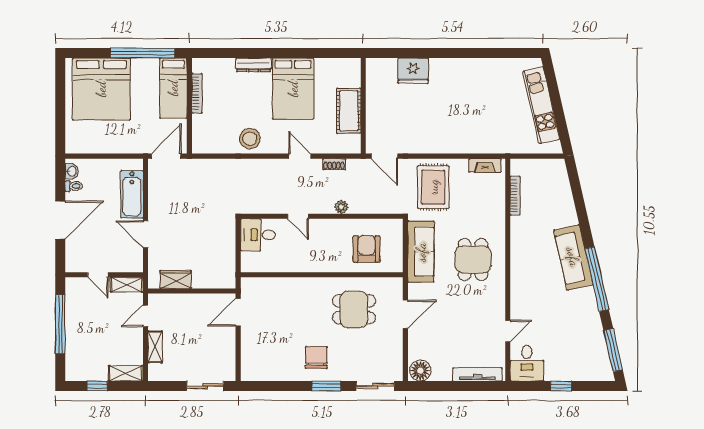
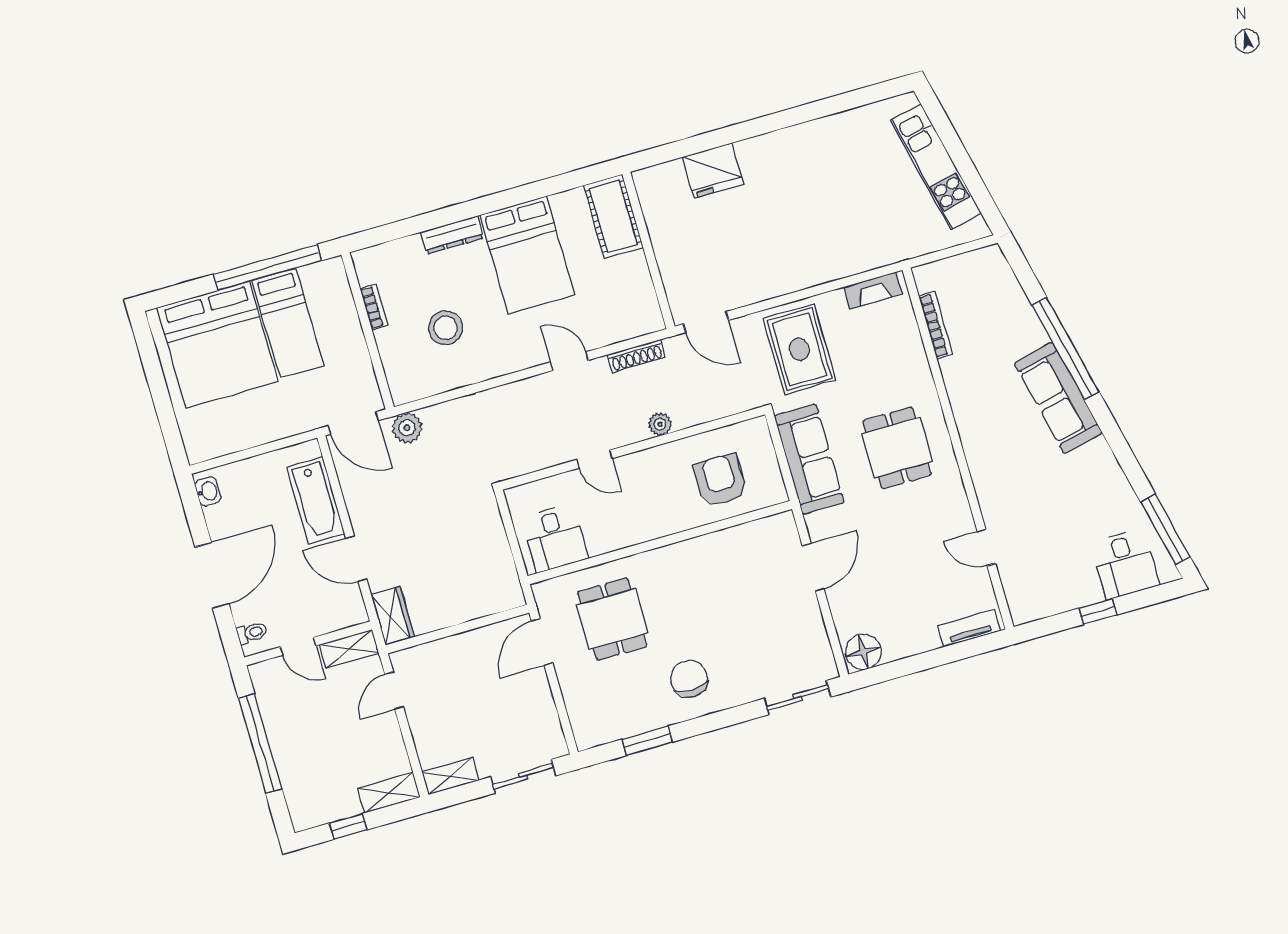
bed: (173, 88) -> (288, 323), moved
bookcase: (197, 93) -> (374, 307), width x0.64
cot: (349, 111) -> (613, 216), moved
stool: (250, 139) -> (446, 328), moved
door: (166, 156) -> (353, 423), swing flipped
shoe rack: (334, 164) -> (636, 356), width x1.43
plant: (196, 168) -> (407, 428), added
toilet: (74, 186) -> (252, 633), moved
desk: (258, 235) -> (555, 538), moved, turned -90
wardrobe: (176, 279) -> (393, 616), moved, turned 90
window: (597, 279) -> (1065, 348), moved
dining table: (354, 309) -> (612, 619), moved, turned 90
door: (508, 331) -> (986, 547), swing flipped
shelving: (155, 347) -> (450, 776), moved, turned 90
desk: (527, 363) -> (1125, 564), moved
tv unit: (477, 374) -> (969, 628), width x0.71
window: (326, 386) -> (647, 741), moved

